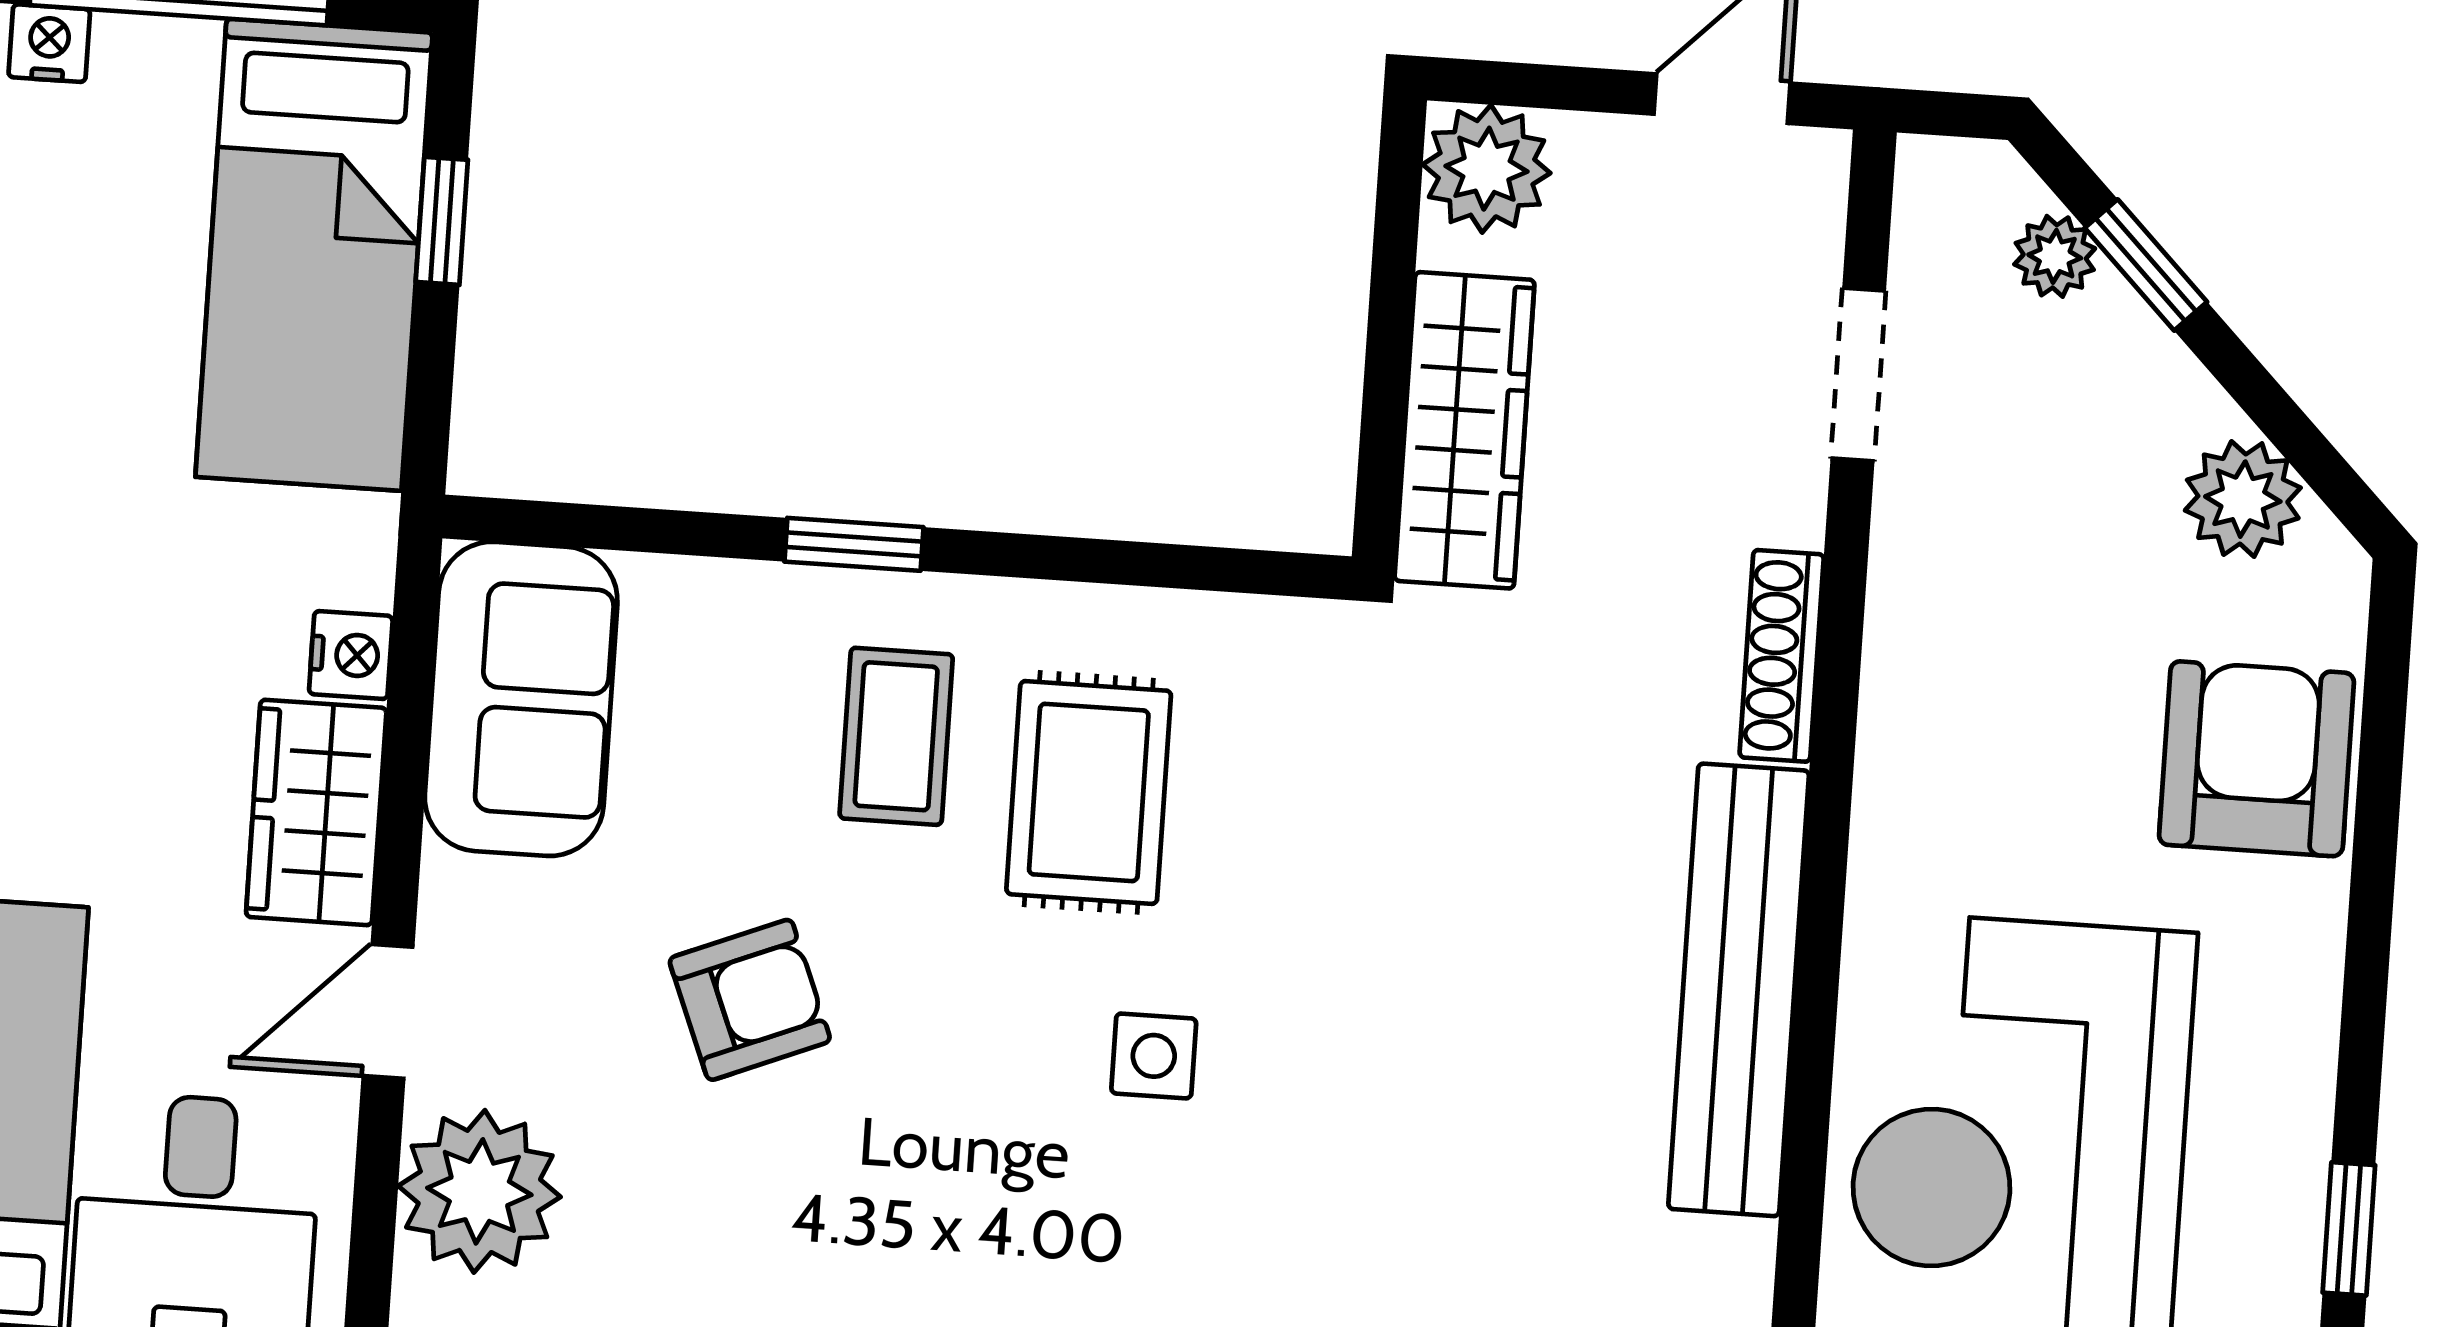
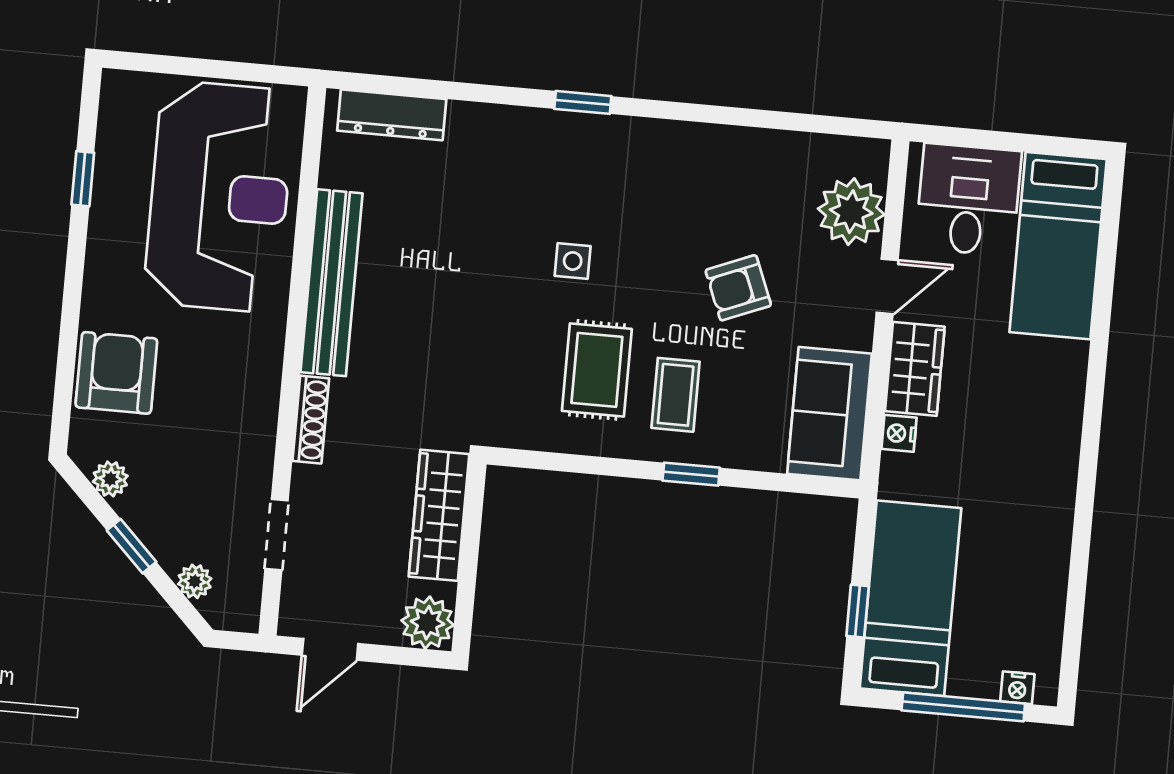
window: (2146, 265) -> (132, 546), moved
plant: (2243, 499) -> (110, 479), width x0.73, depth x0.73
armchair: (2257, 759) -> (116, 373), turned 180

